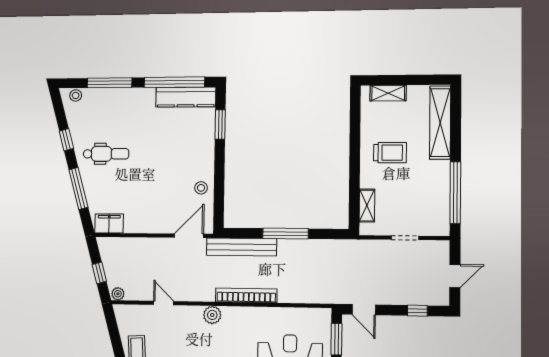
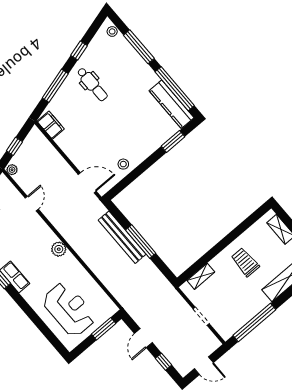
trolley: (390, 153) -> (245, 262), turned 180
bench: (241, 247) -> (122, 237), moved
bookcase: (246, 295) -> (82, 251), removed
door: (364, 310) -> (143, 338), moved
plant: (212, 315) -> (59, 249), moved

